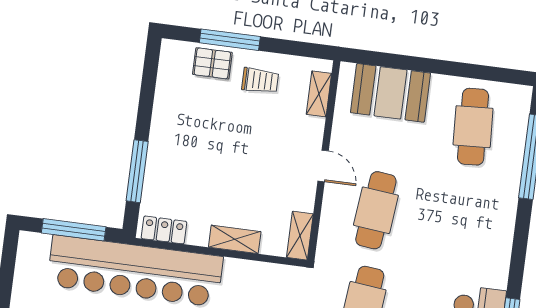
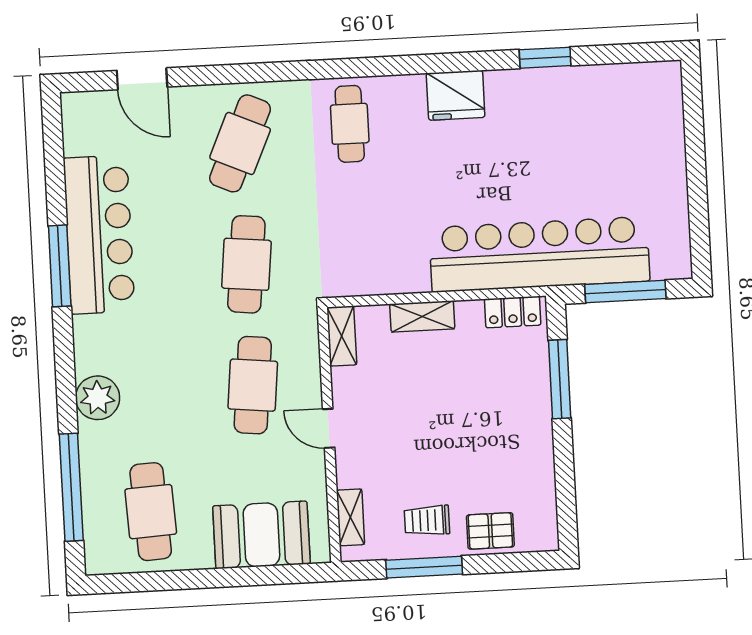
window: (230, 40) -> (424, 567), moved
plant: (498, 222) -> (98, 398), added

